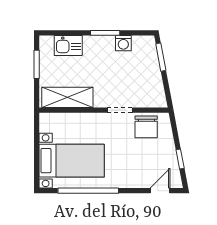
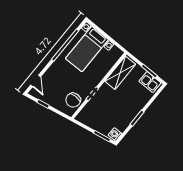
washing machine: (123, 43) -> (115, 134), moved
kitchen sink: (68, 45) -> (150, 82), moved, turned -90
chair: (146, 127) -> (73, 100), turned -90

